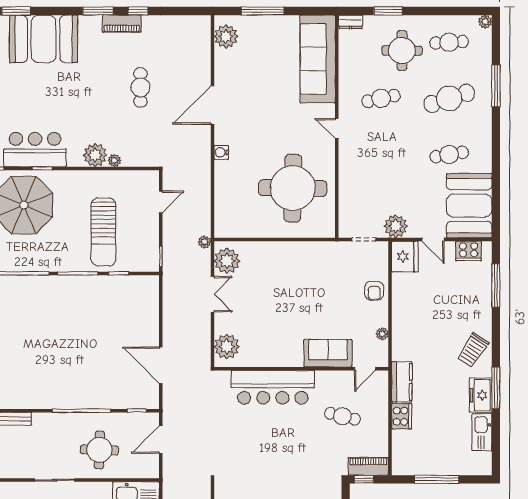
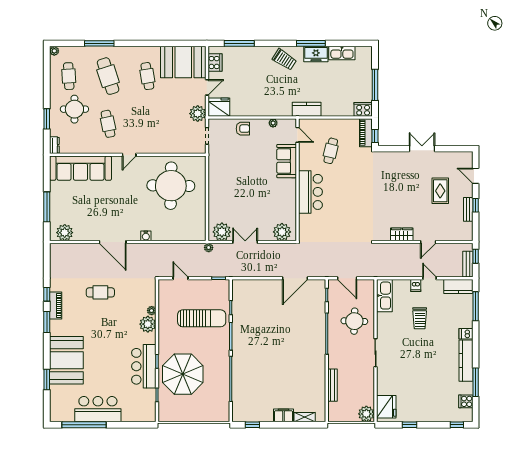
bar counter: (273, 387) -> (310, 192), width x0.73
cooker: (402, 416) -> (363, 109), moved

